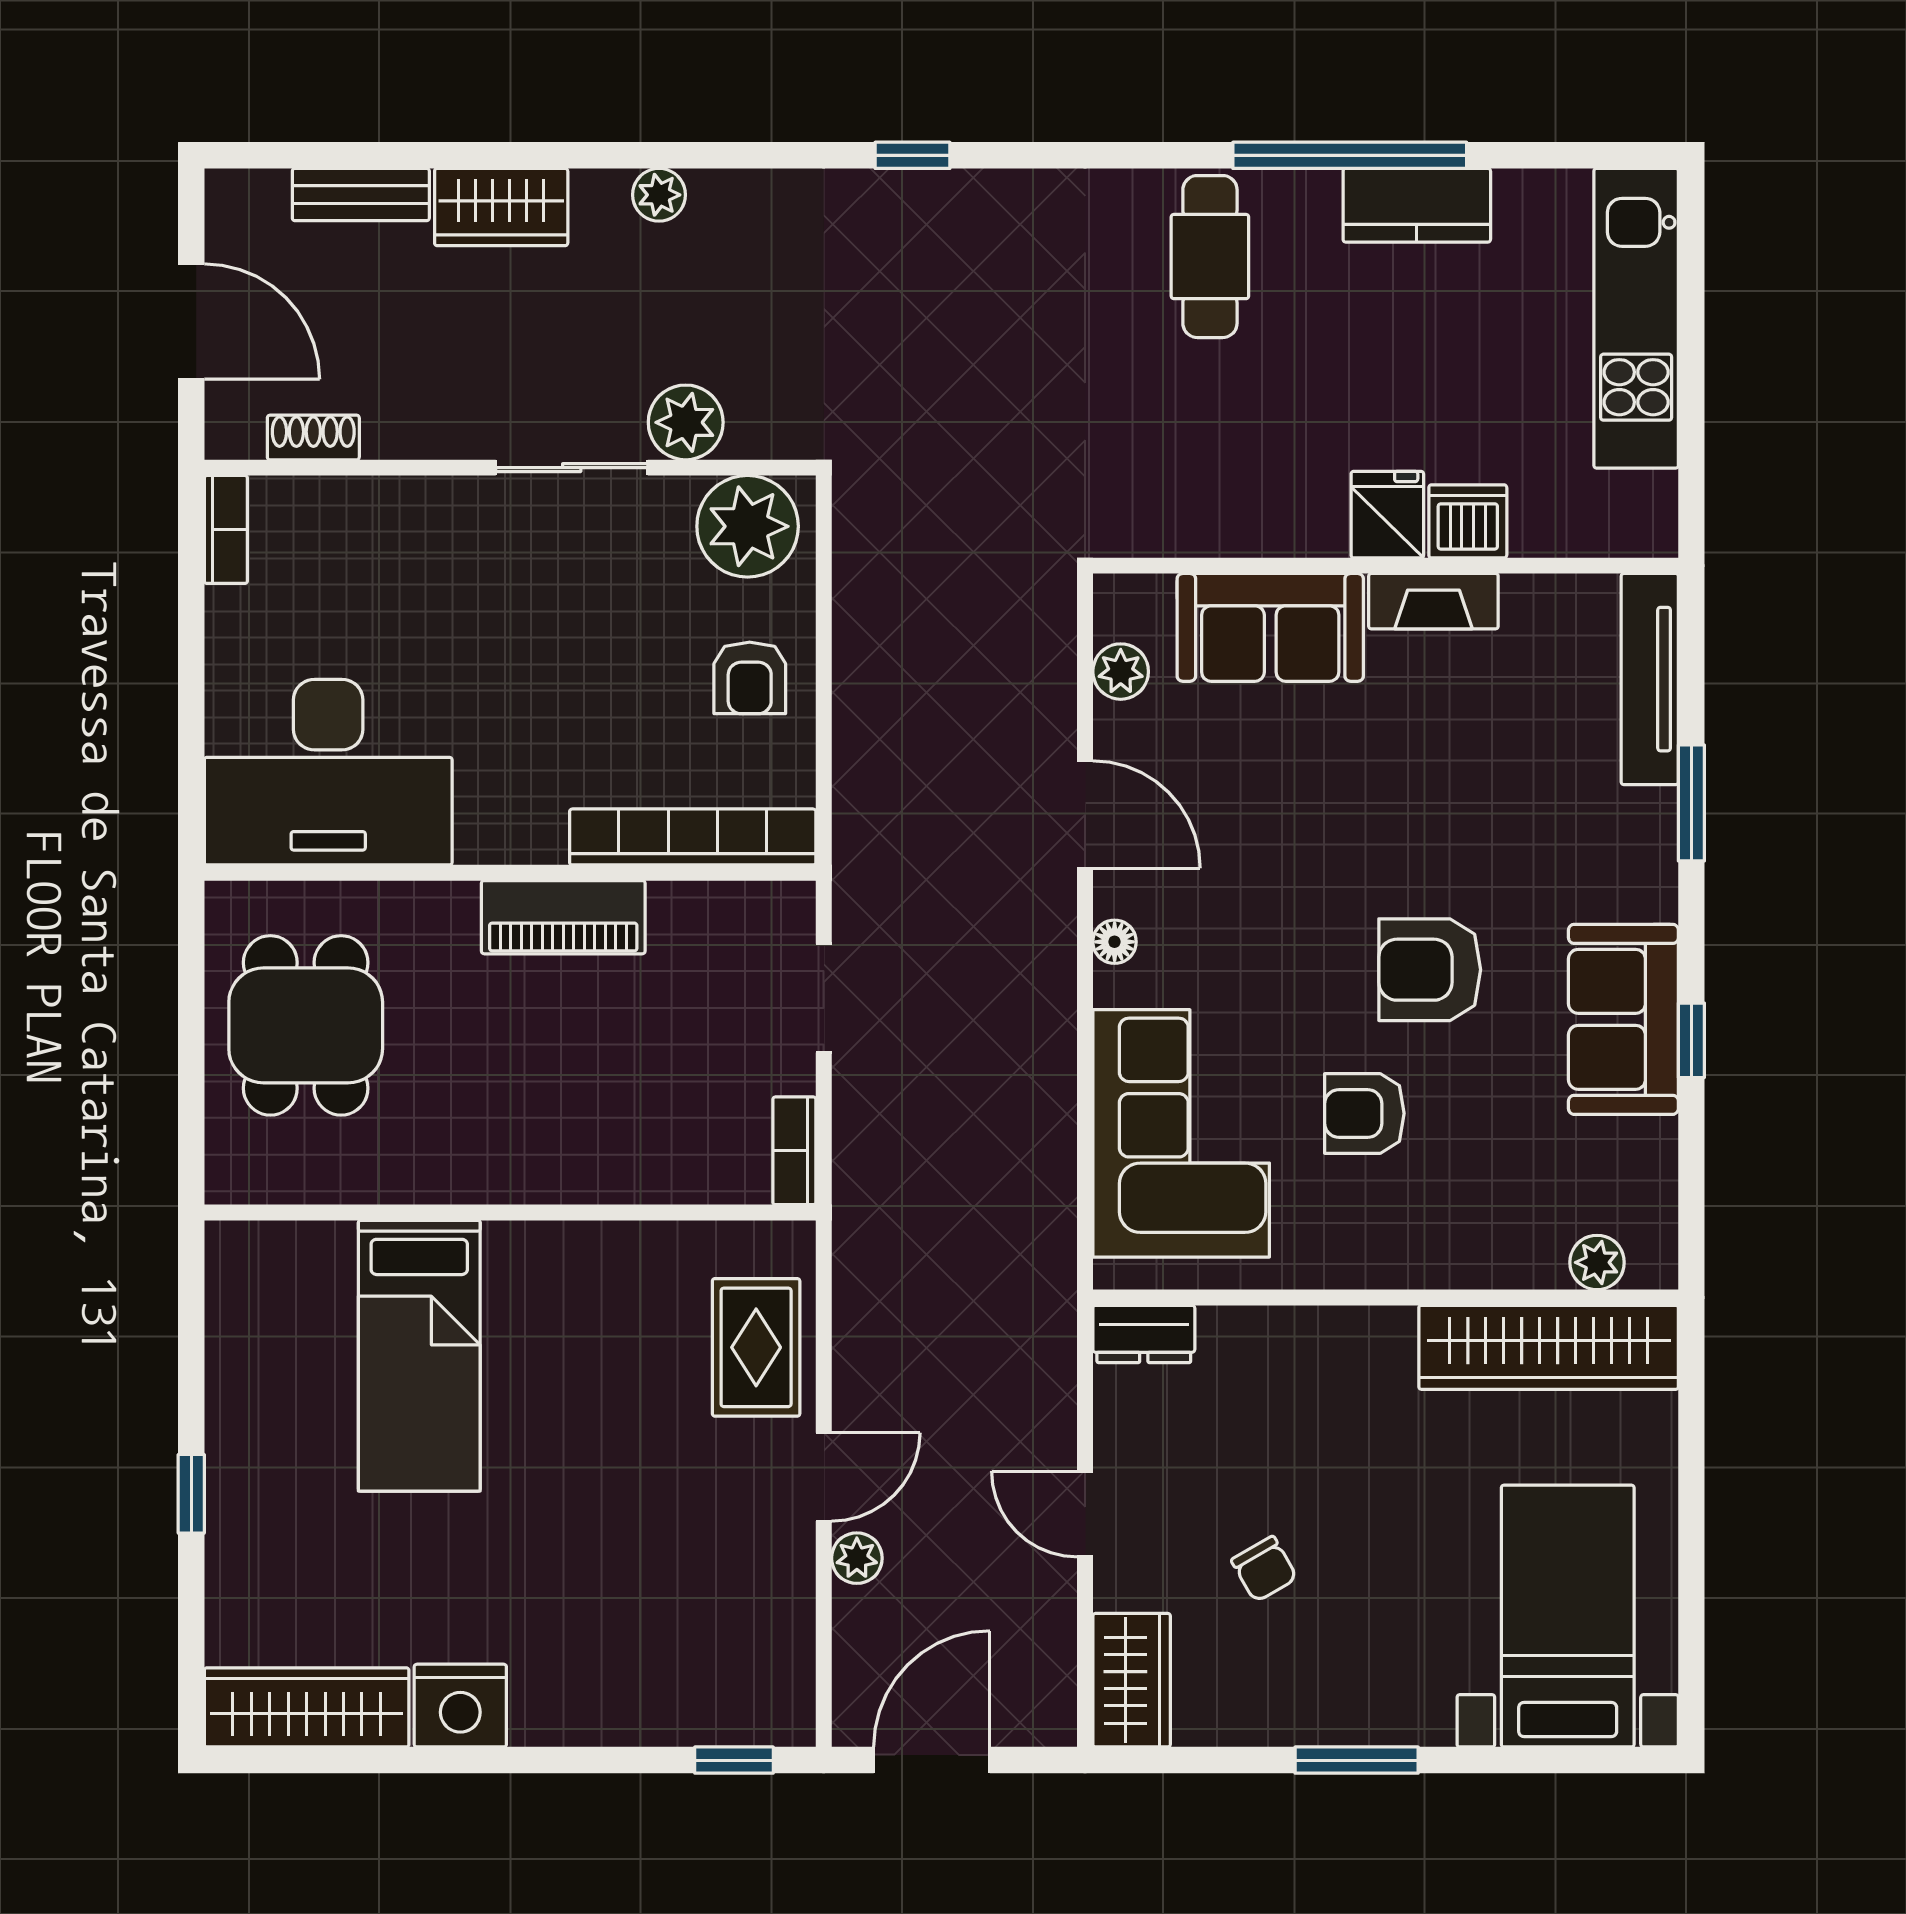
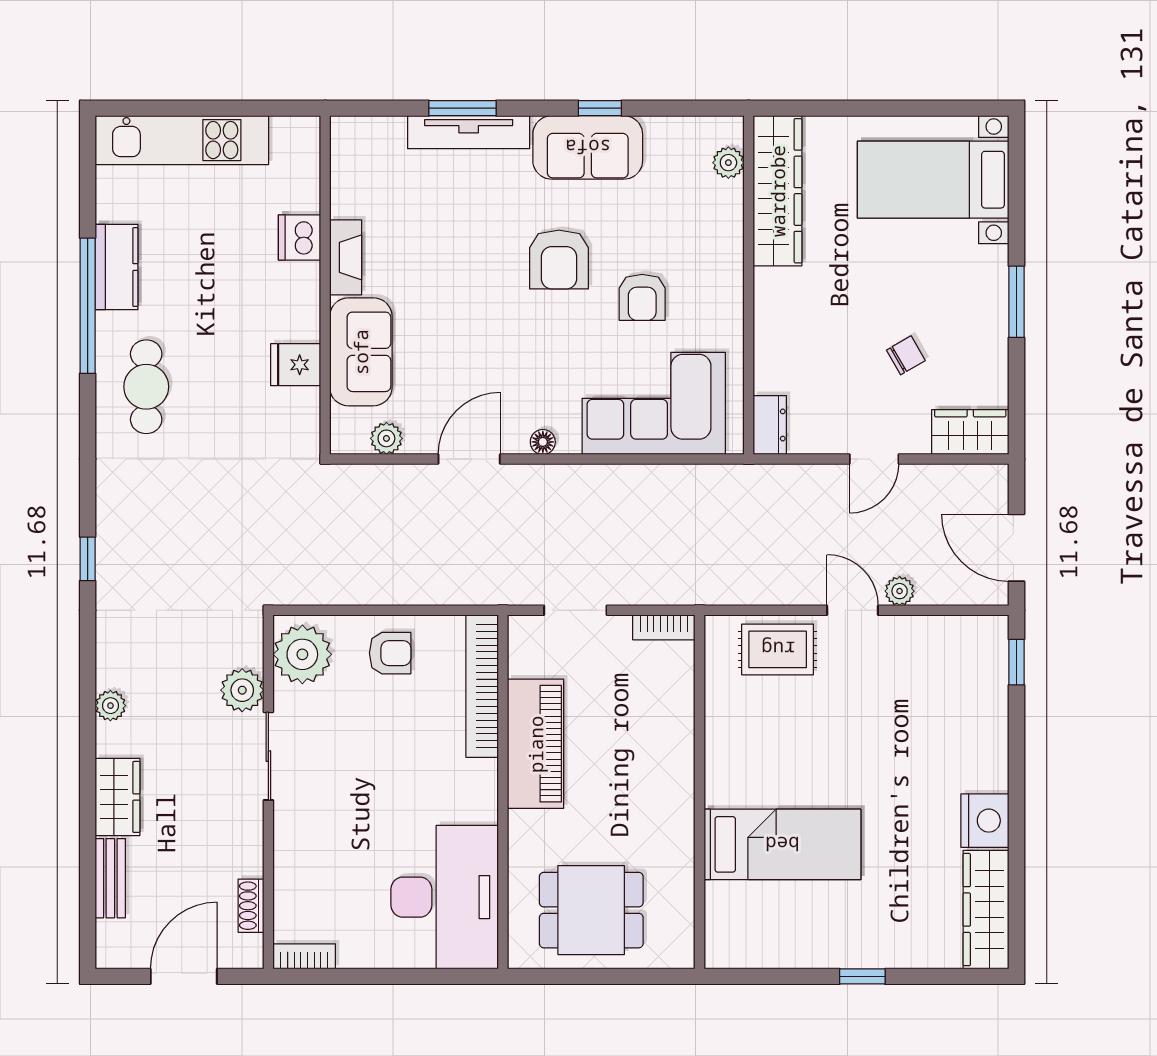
cafe table: (1210, 257) -> (146, 387), turned 90
fridge: (1387, 515) -> (296, 365), moved
tv unit: (1650, 679) -> (469, 132), moved
piano: (563, 917) -> (536, 744), width x1.37, depth x1.33

